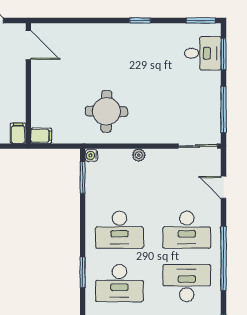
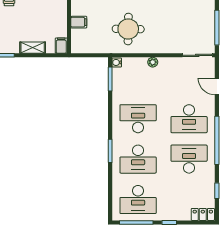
filing cabinet: (41, 136) -> (79, 22), moved
desk: (119, 230) -> (138, 119), turned 180

